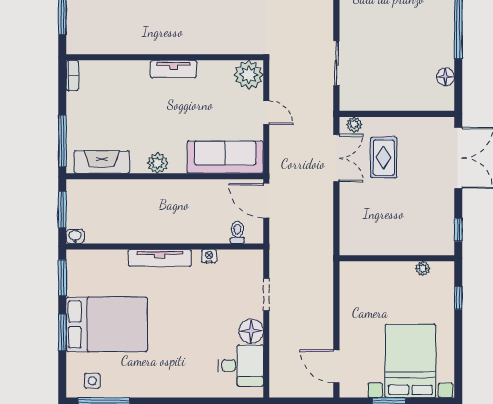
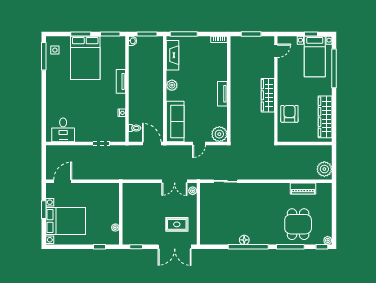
floor lamp: (446, 77) -> (244, 240), moved
rug: (384, 158) -> (177, 224), moved
door: (266, 201) -> (152, 144), hinge flipped
tv unit: (160, 258) -> (121, 81), width x0.71
floor lamp: (251, 331) -> (82, 135), removed

